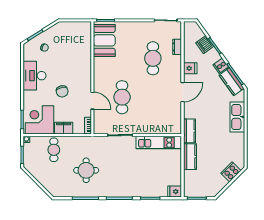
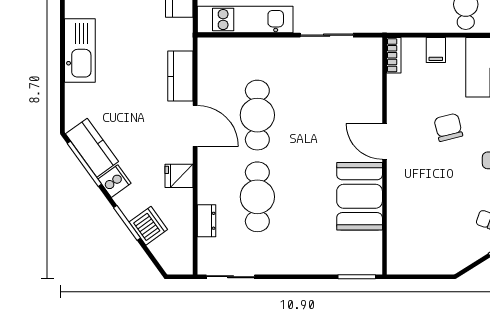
booth: (104, 40) -> (360, 196), moved
door: (182, 92) -> (195, 126), swing flipped
cafe table: (122, 97) -> (257, 115), moved
door: (92, 101) -> (384, 141), moved
kitchen sink: (237, 117) -> (80, 50), moved
filing cabinet: (64, 128) -> (436, 50), width x0.50
kitchen counter: (189, 131) -> (180, 76), moved

